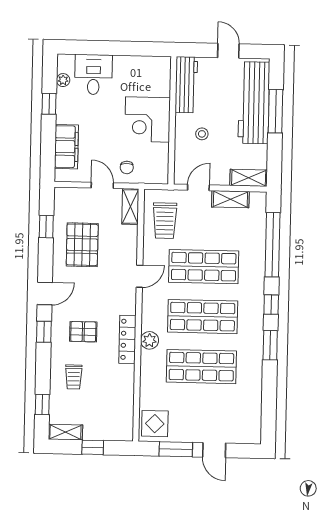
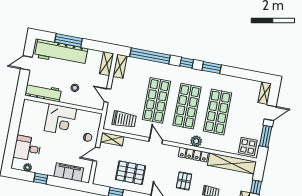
shelving: (230, 199) -> (120, 66), moved
shelving: (124, 403) -> (232, 164), added
shelving: (244, 436) -> (265, 93), added

